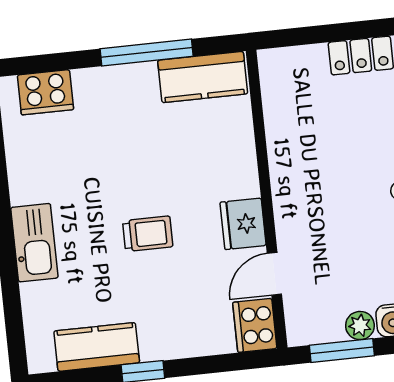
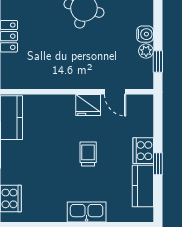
cooker: (255, 325) -> (143, 151), moved, turned 90
window: (342, 351) -> (158, 62), width x0.67

